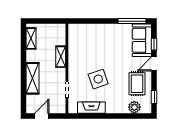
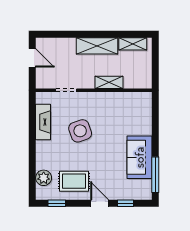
sofa: (142, 40) -> (140, 157), moved, turned -90
shelving: (33, 78) -> (97, 46), moved

